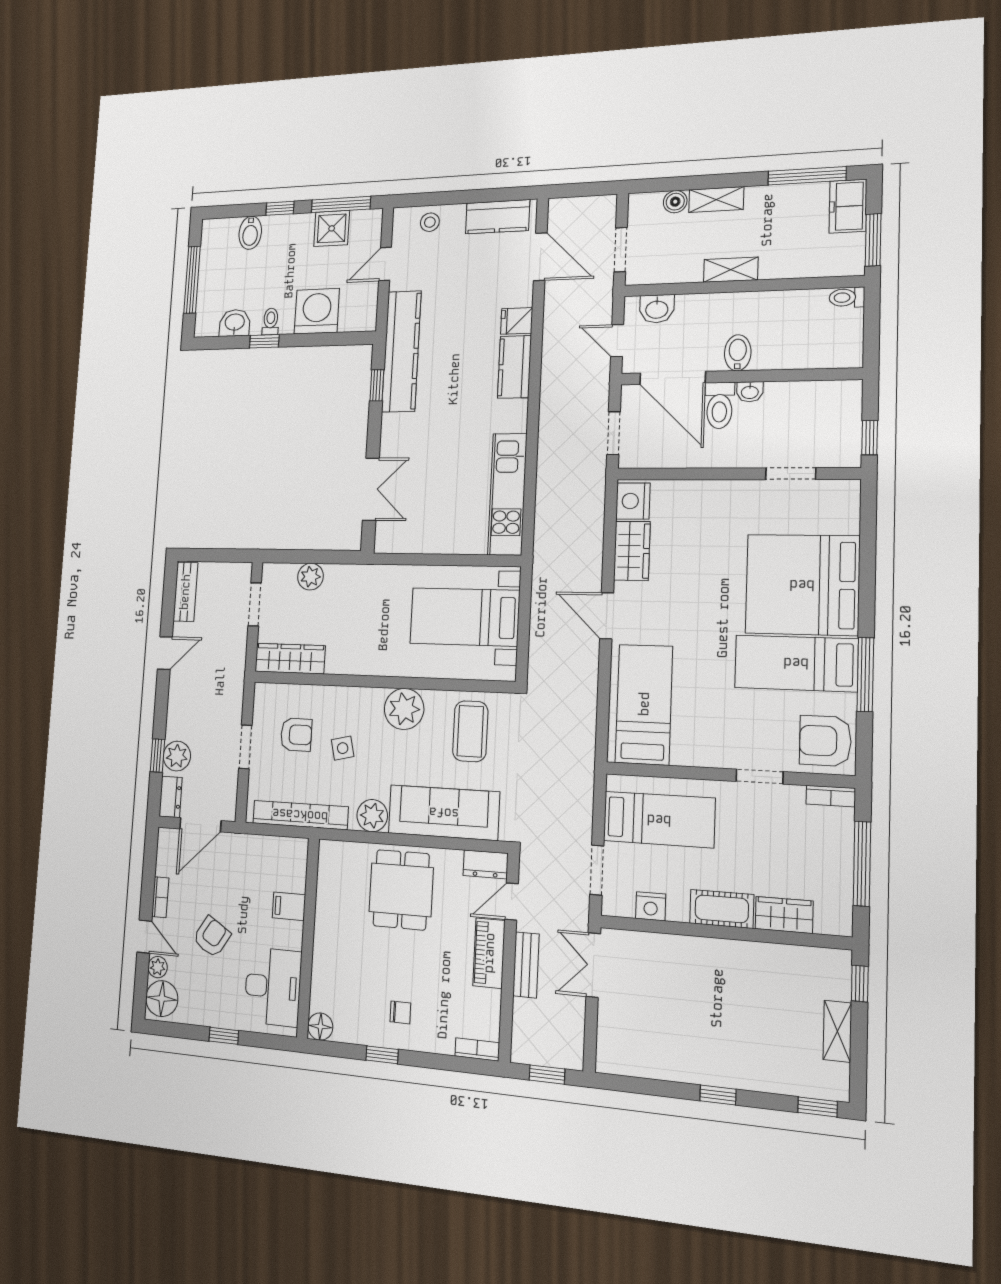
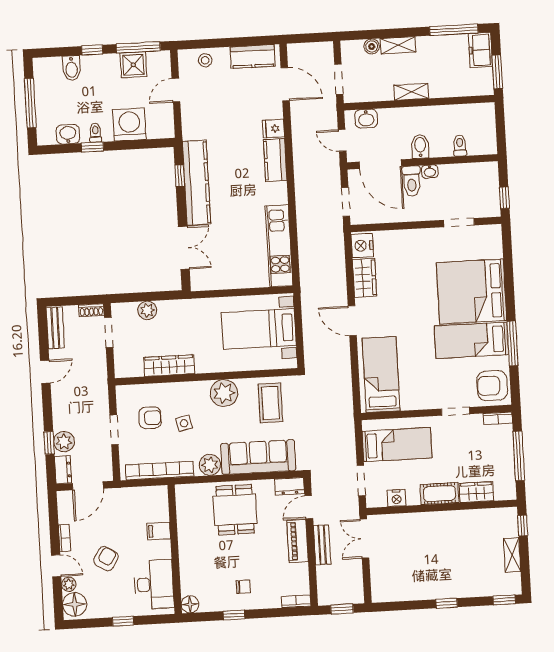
toilet: (847, 297) -> (460, 145), moved, turned 90
kitchen counter: (401, 351) -> (197, 183), moved
shoe rack: (236, 571) -> (91, 310), added
wardrobe: (290, 659) -> (169, 366), moved

